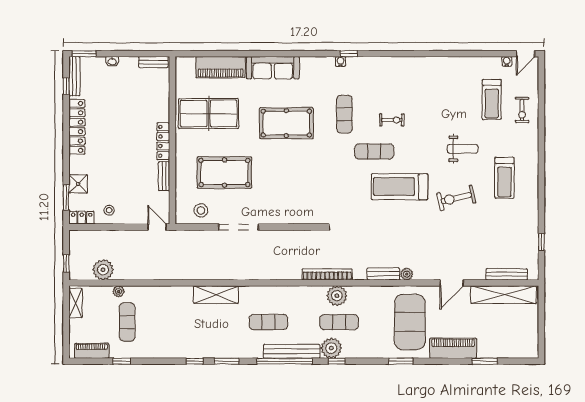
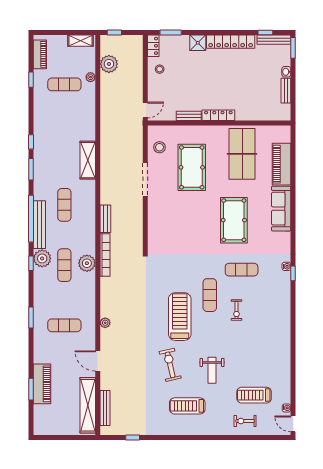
bench: (153, 62) -> (286, 91), moved
shower: (78, 184) -> (198, 43), moved
bench: (384, 274) -> (105, 219), moved
exercise mat: (410, 322) -> (64, 325), width x0.50, depth x0.69
piano: (453, 348) -> (42, 384), moved

